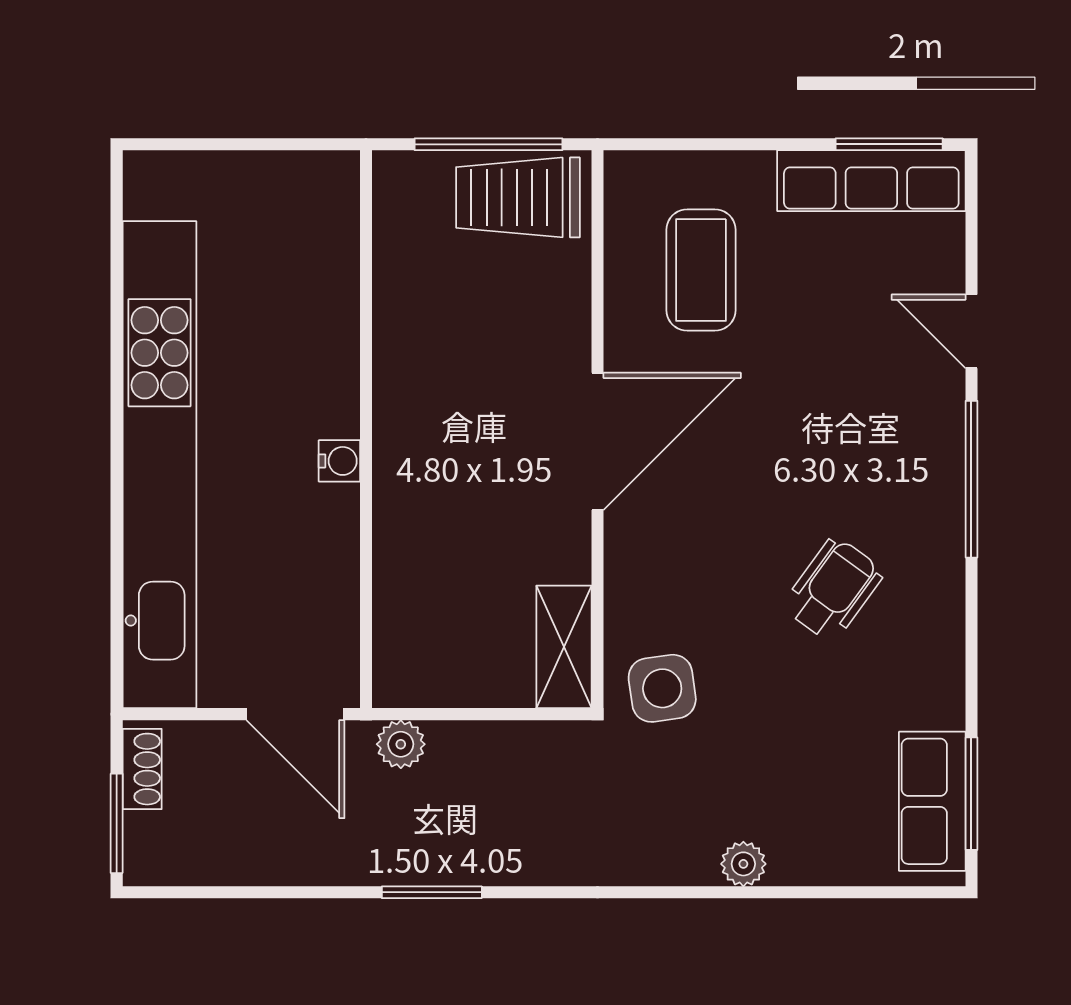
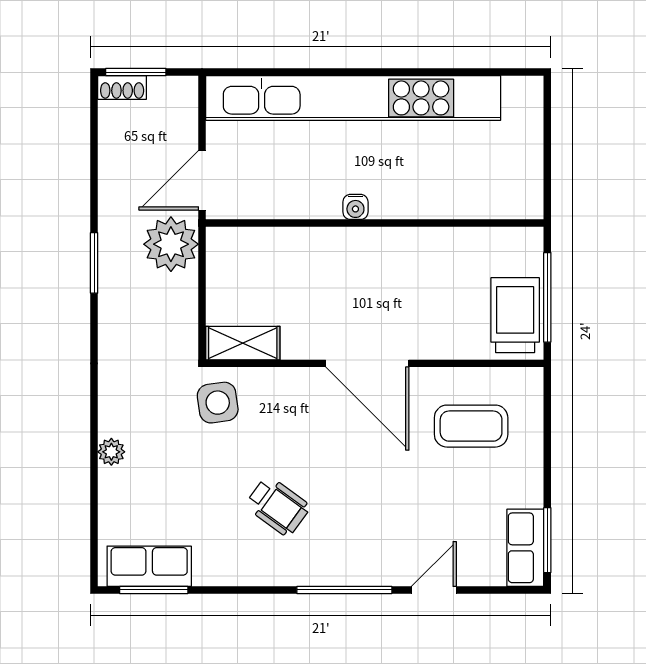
row of seats: (871, 181) -> (525, 548), width x0.68
plant: (401, 744) -> (171, 244), width x1.87, depth x1.87
shoe rack: (142, 769) -> (122, 87), moved

